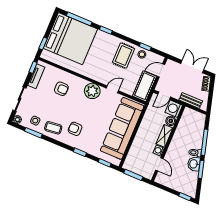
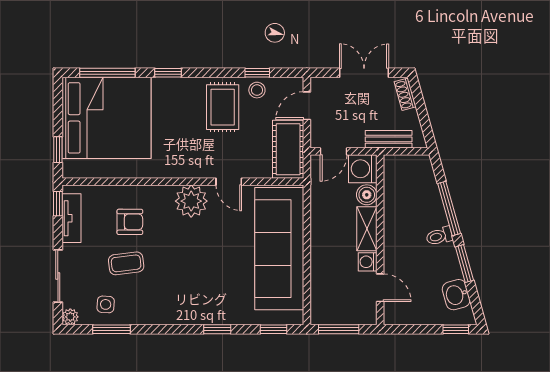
door: (112, 89) -> (229, 182), swing flipped
coffee table: (53, 128) -> (126, 263), moved
armchair: (75, 129) -> (189, 288), removed
washbasin: (194, 164) -> (456, 295), moved

